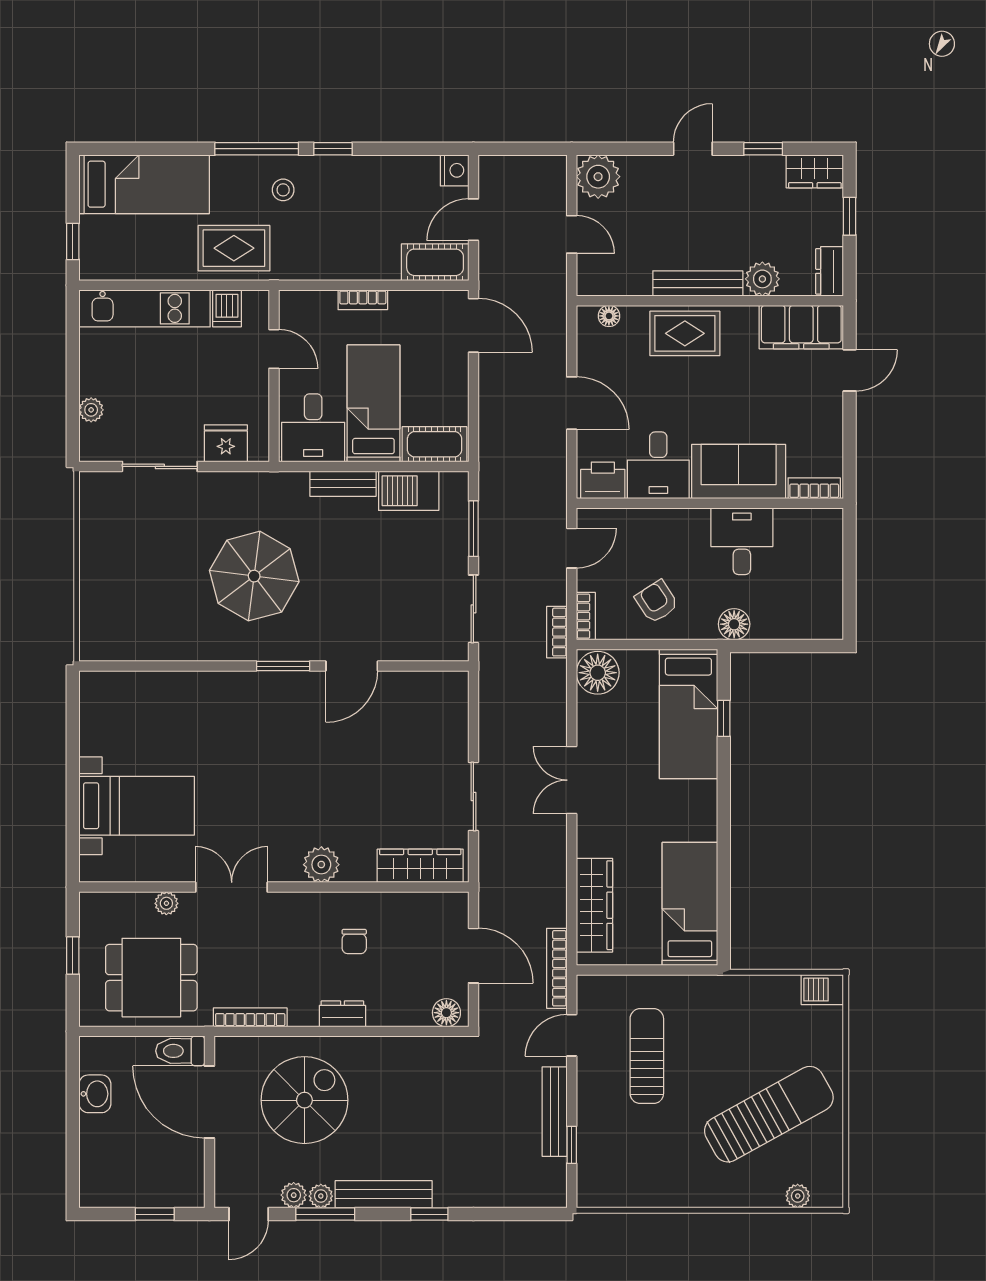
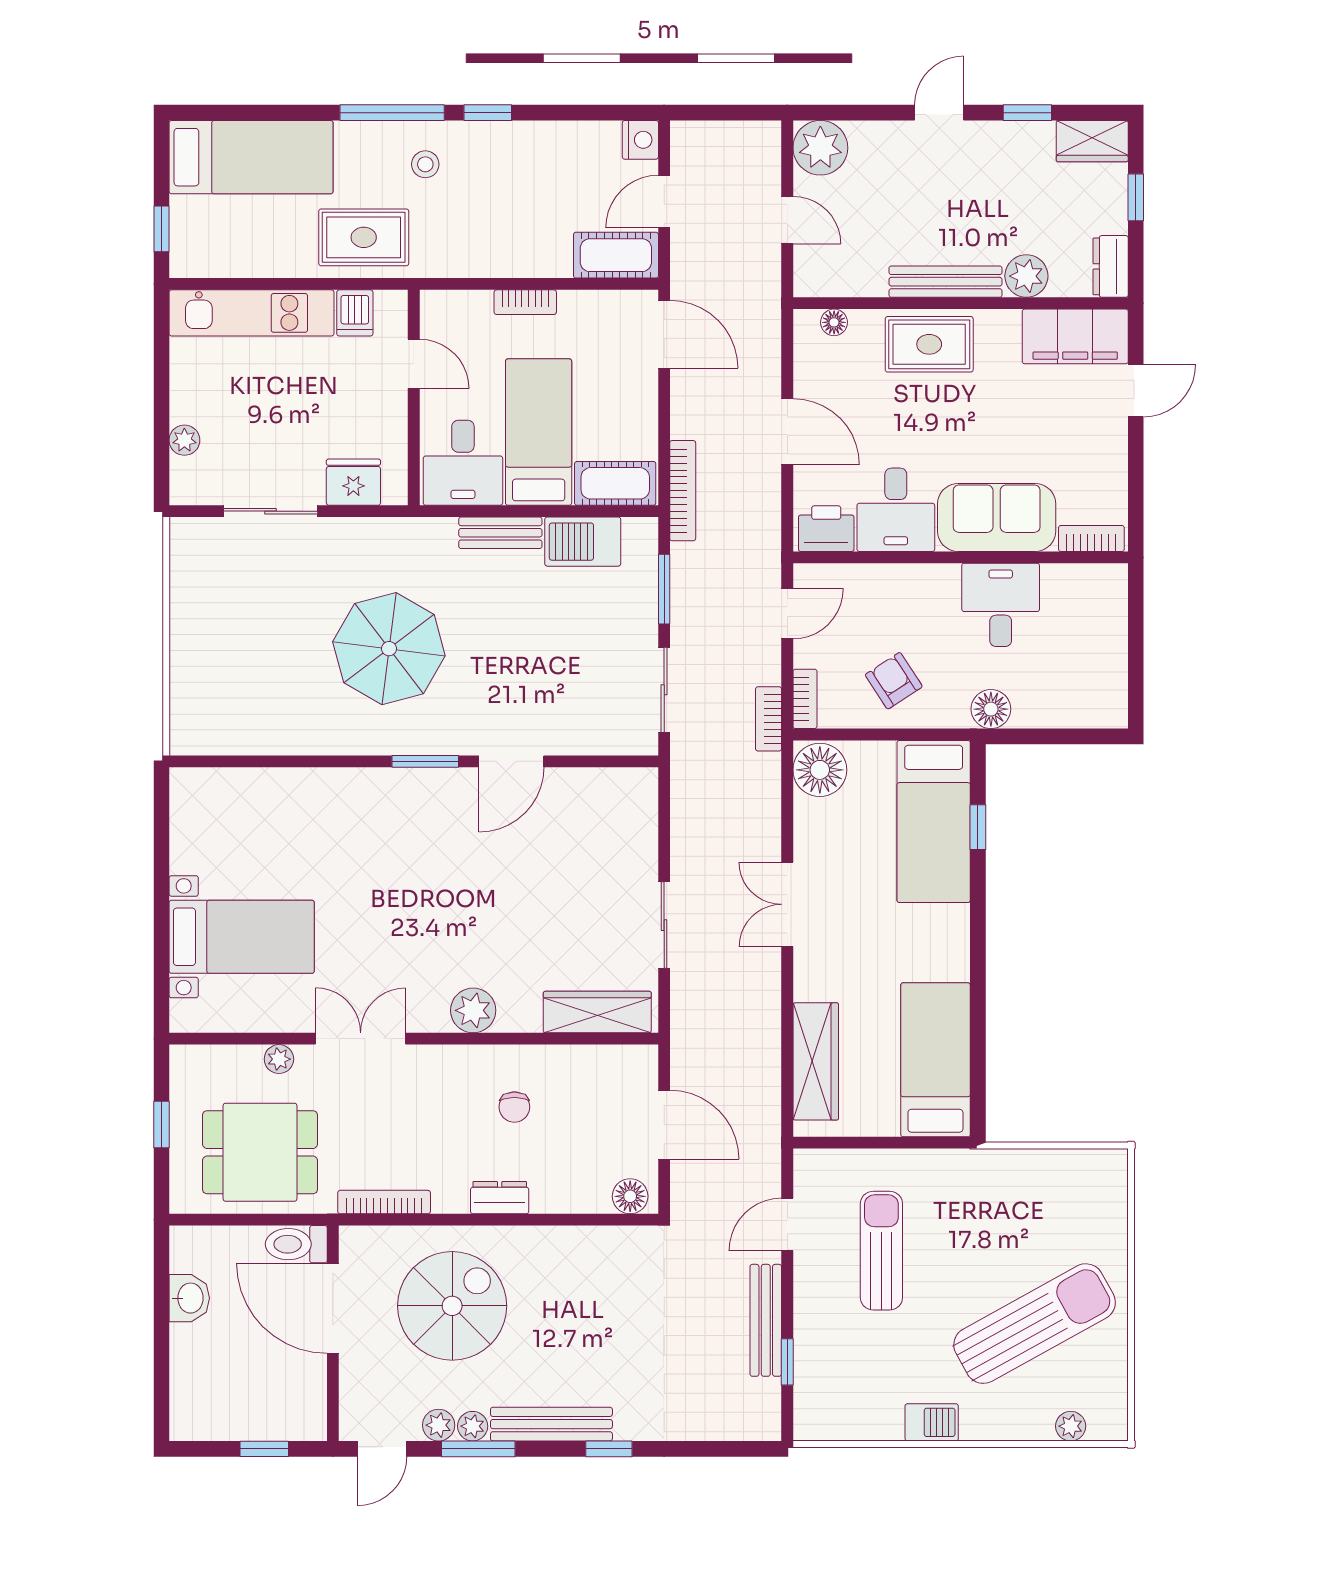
bookcase: (557, 968) -> (683, 491), moved, turned 180
barbecue: (822, 990) -> (932, 1422), moved, turned 180

